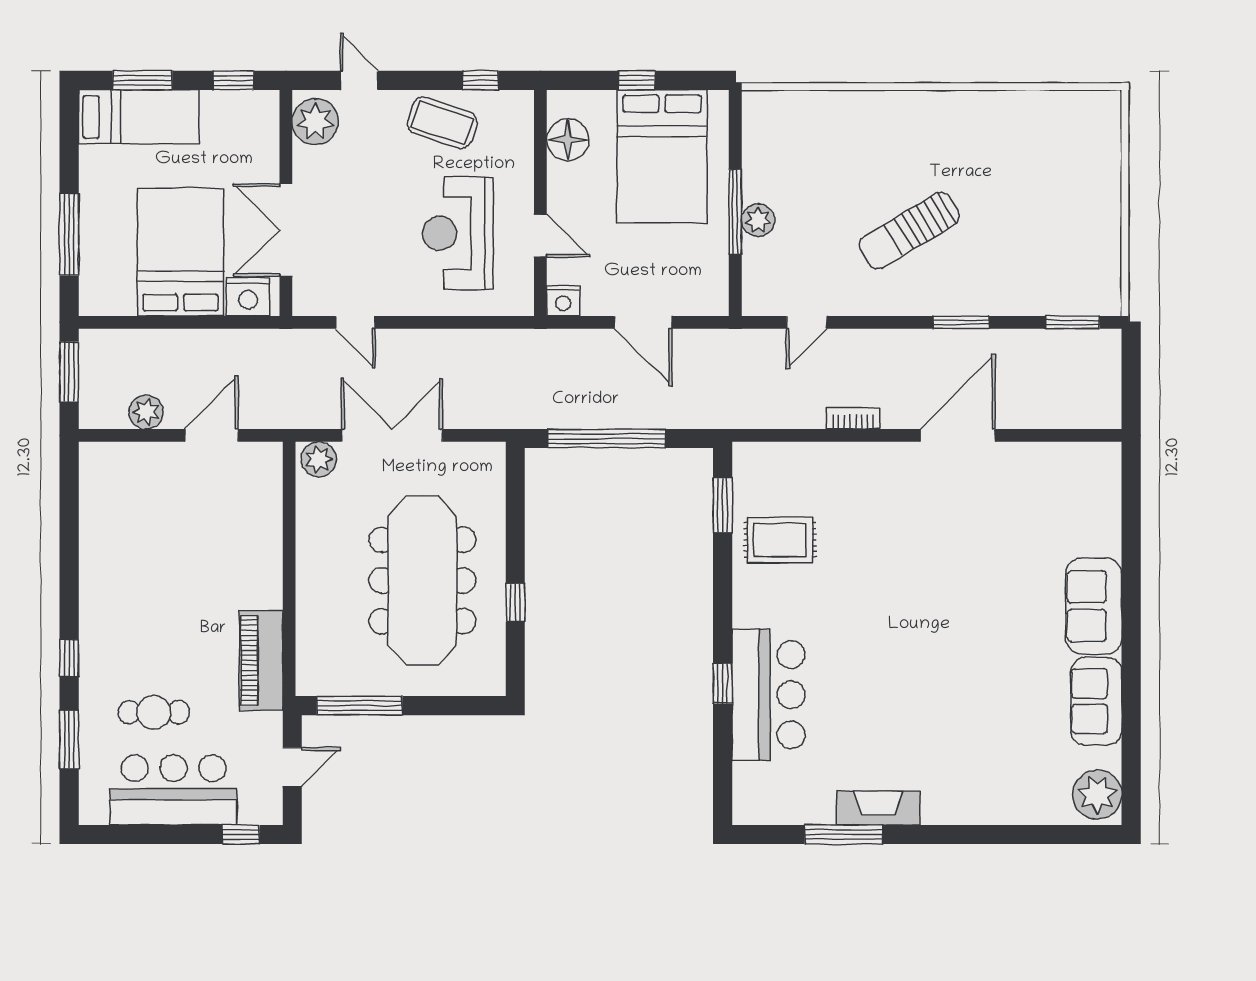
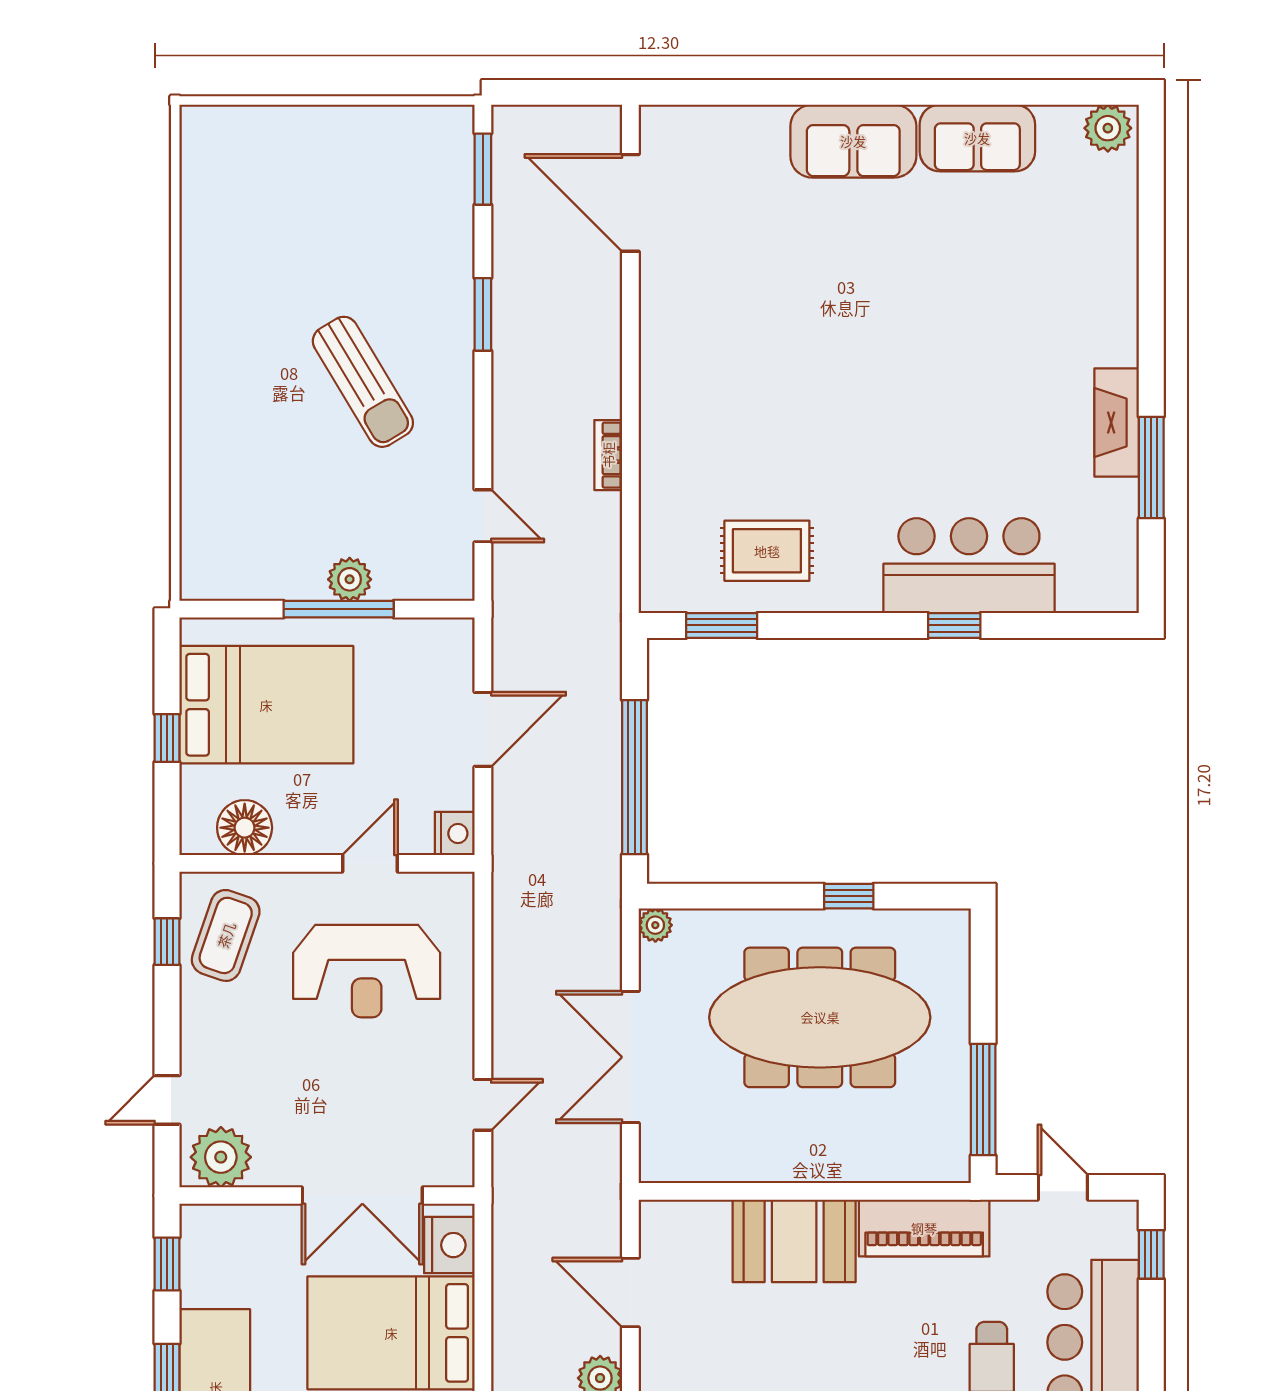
coffee table: (442, 123) -> (226, 935), moved
door: (958, 435) -> (630, 203), moved
plant: (319, 459) -> (655, 925), moved, width x0.73, depth x0.73
rug: (780, 540) -> (767, 551), turned 90
booth: (251, 561) -> (794, 1241), added
plant: (1097, 795) -> (1108, 128), width x0.73, depth x0.73

